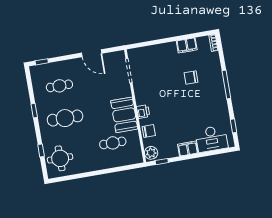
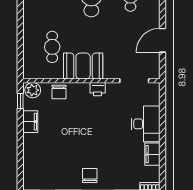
chair: (191, 77) -> (90, 176), moved
printer: (143, 112) -> (98, 89), moved
desk: (212, 139) -> (146, 124), moved, turned 180
filing cabinet: (188, 149) -> (30, 122), moved

